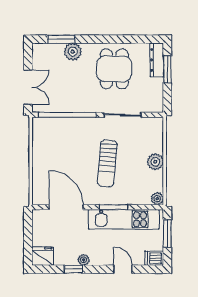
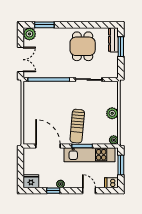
plant: (73, 52) -> (29, 34), moved
sun lounger: (107, 163) -> (77, 126), moved

